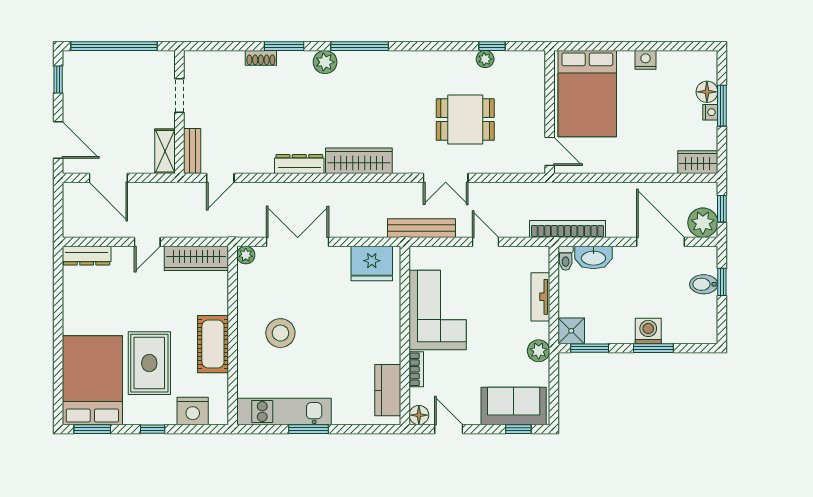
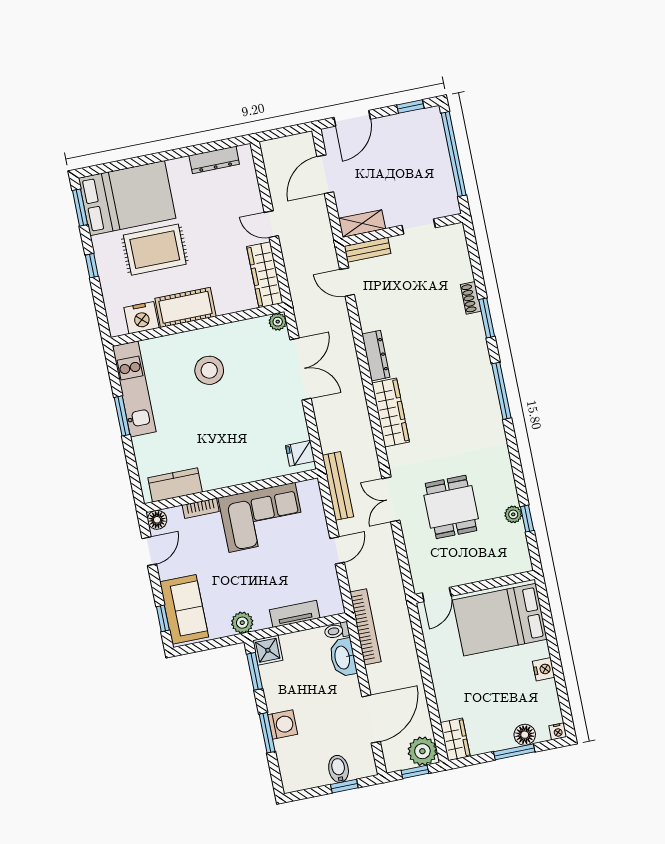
plant: (325, 62) -> (479, 361), removed
nightstand: (710, 112) -> (558, 731), moved
plant: (703, 223) -> (422, 751), moved
dresser: (87, 256) -> (214, 160), moved, turned -90
fridge: (372, 263) -> (300, 453), width x0.53, depth x0.75
nightstand: (193, 411) -> (141, 318), moved, turned -90

